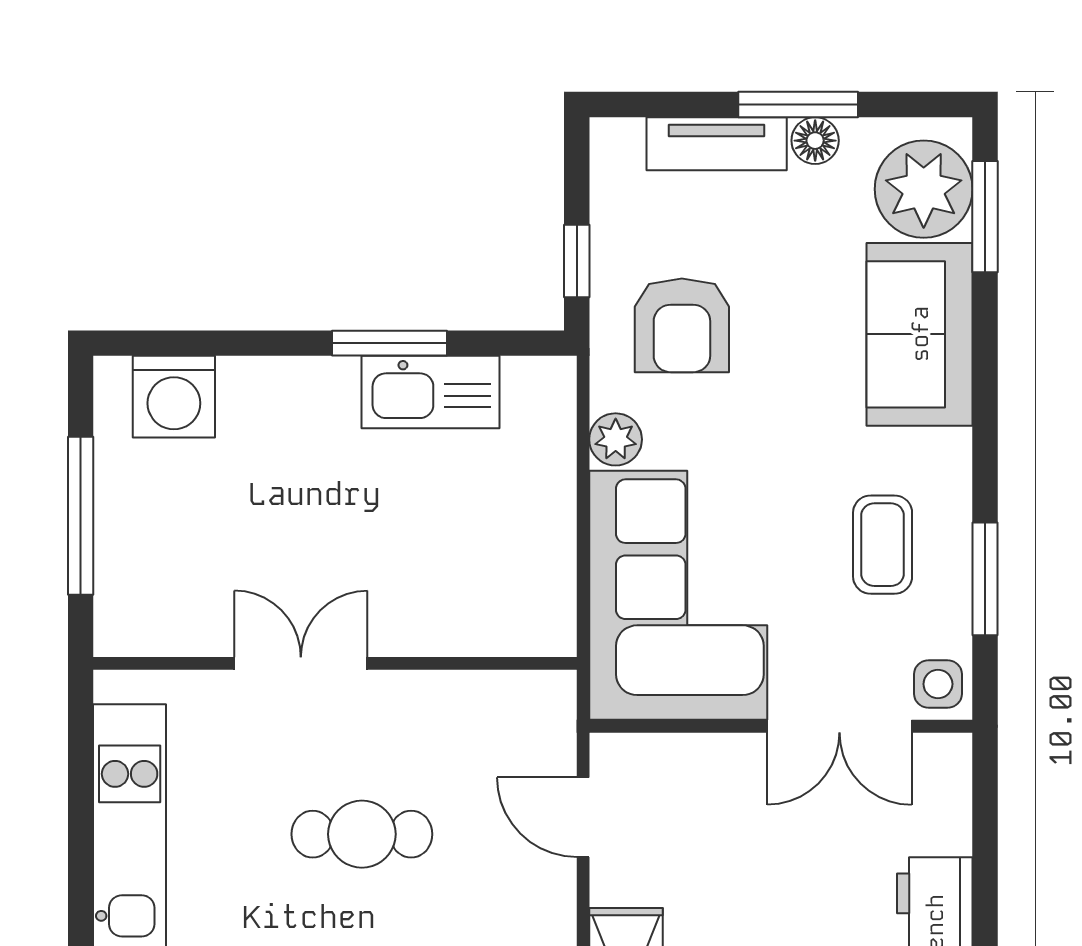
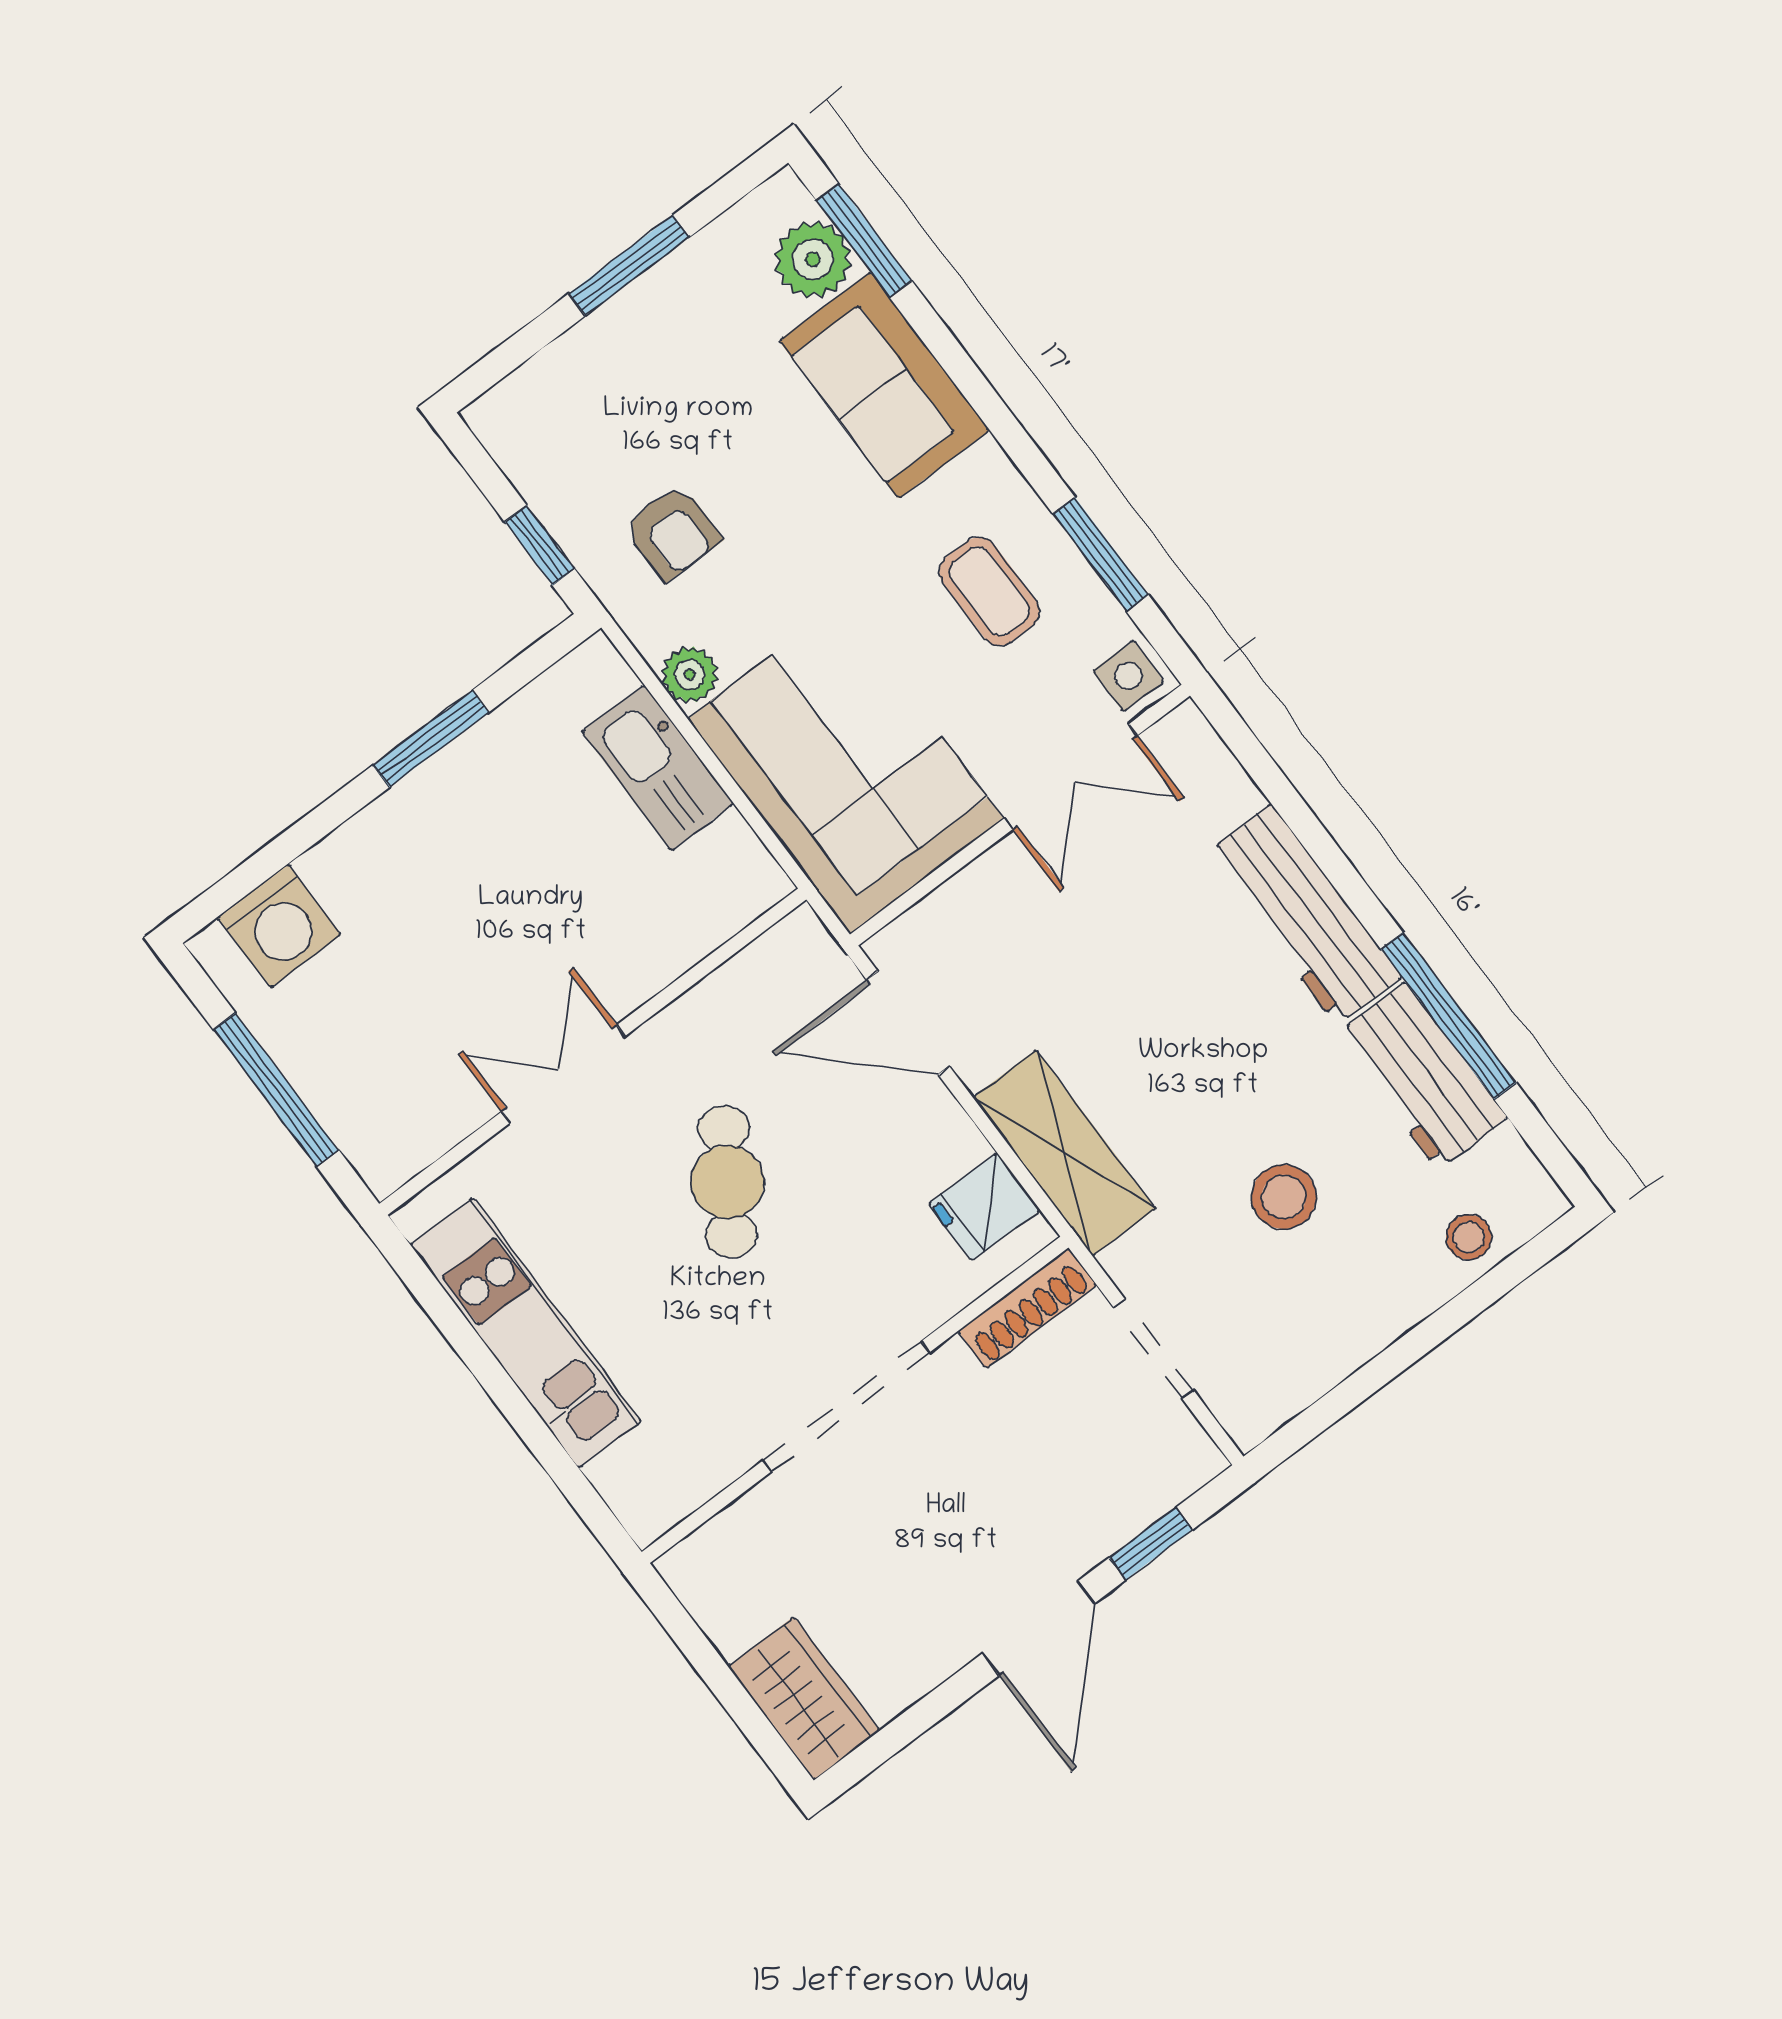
floor lamp: (815, 141) -> (667, 286), removed
tv unit: (717, 144) -> (584, 353), removed
plant: (924, 189) -> (813, 260), width x0.73, depth x0.73
armchair: (682, 325) -> (673, 532), width x0.72, depth x0.72
kitchen sink: (430, 392) -> (658, 768), moved, turned 90
door: (583, 817) -> (908, 1023), width x1.38
cafe table: (362, 834) -> (727, 1182), turned -57

